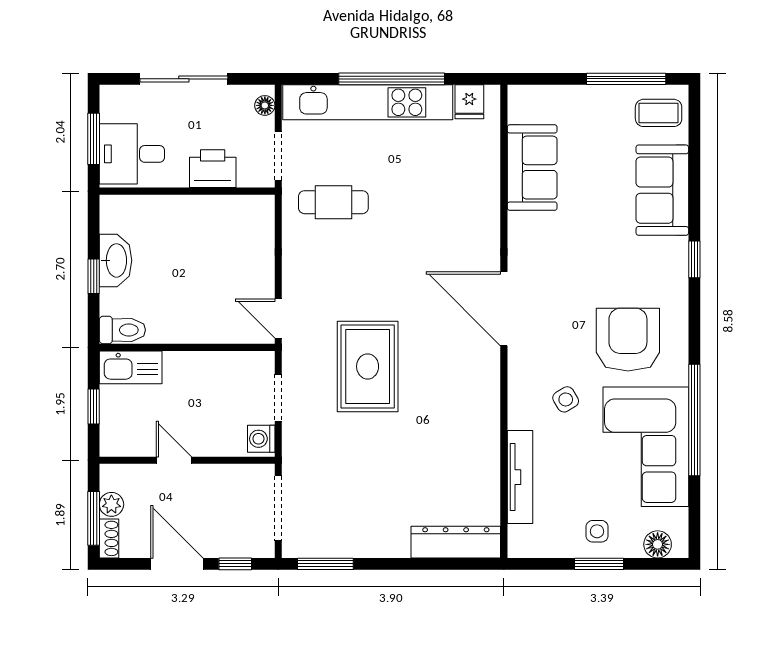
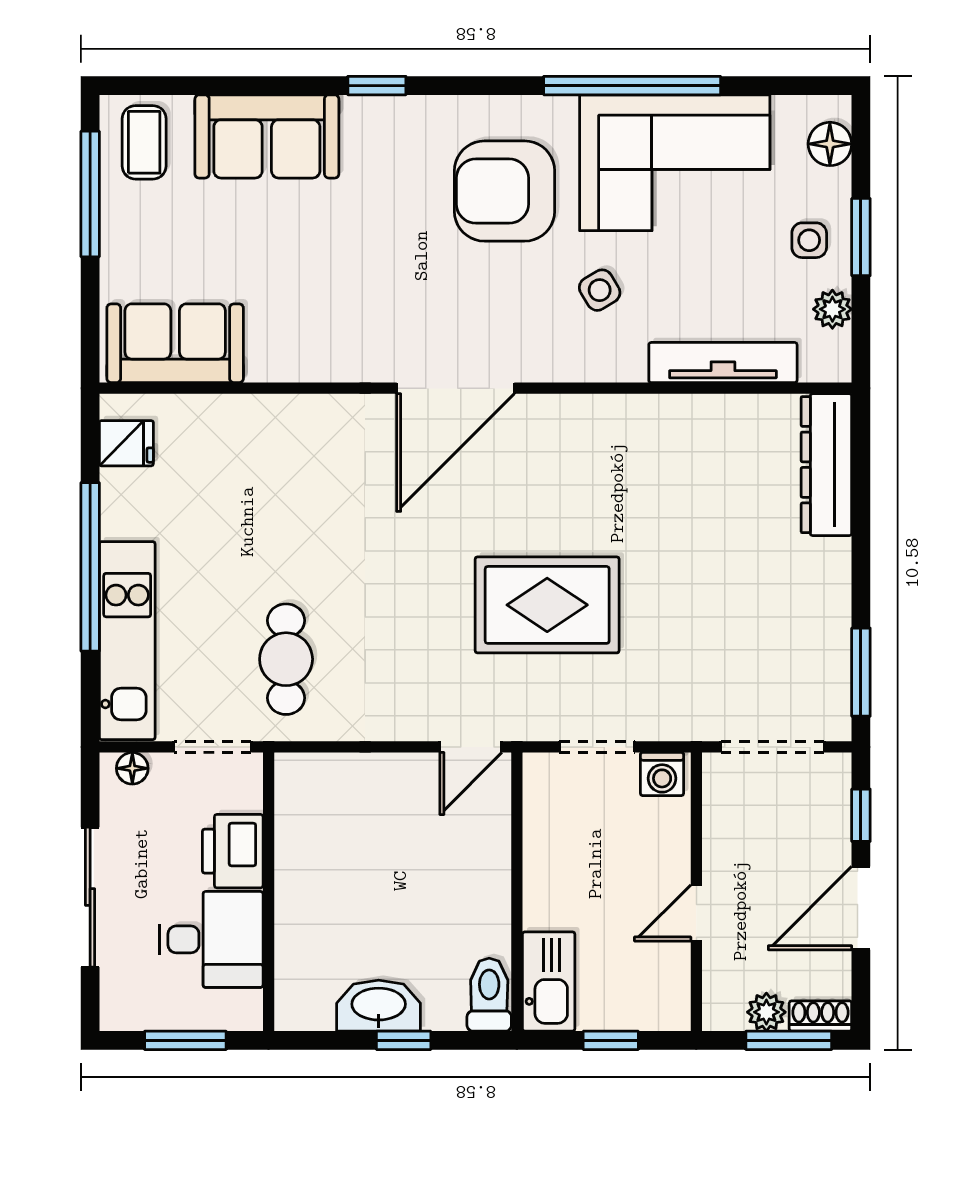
kitchen unit: (368, 102) -> (127, 641), width x0.73
desk: (132, 154) -> (211, 939), moved, turned -90
sofa: (532, 168) -> (175, 343), moved
plant: (554, 546) -> (832, 309), added

